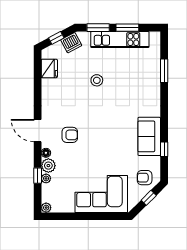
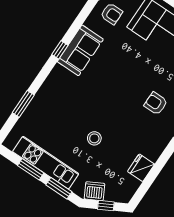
fridge: (49, 68) -> (141, 168), moved
window: (164, 149) -> (60, 50), moved

